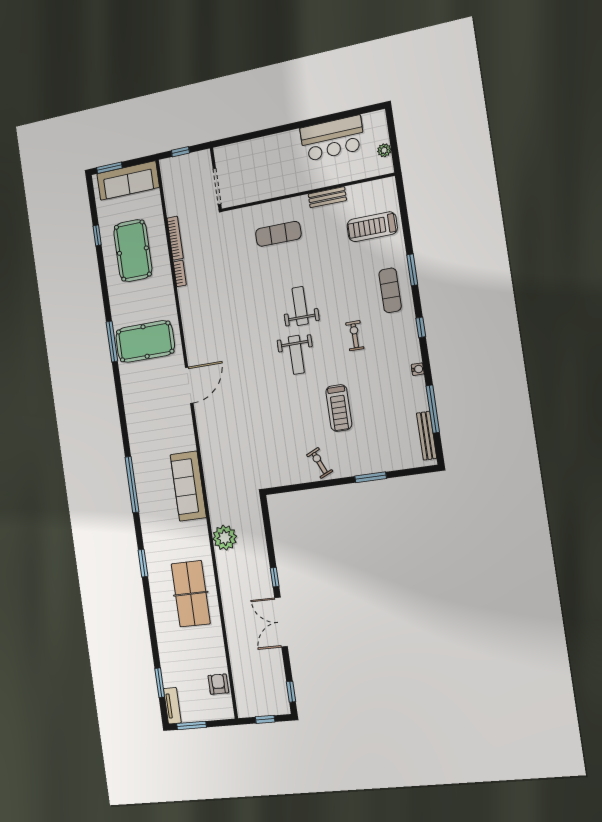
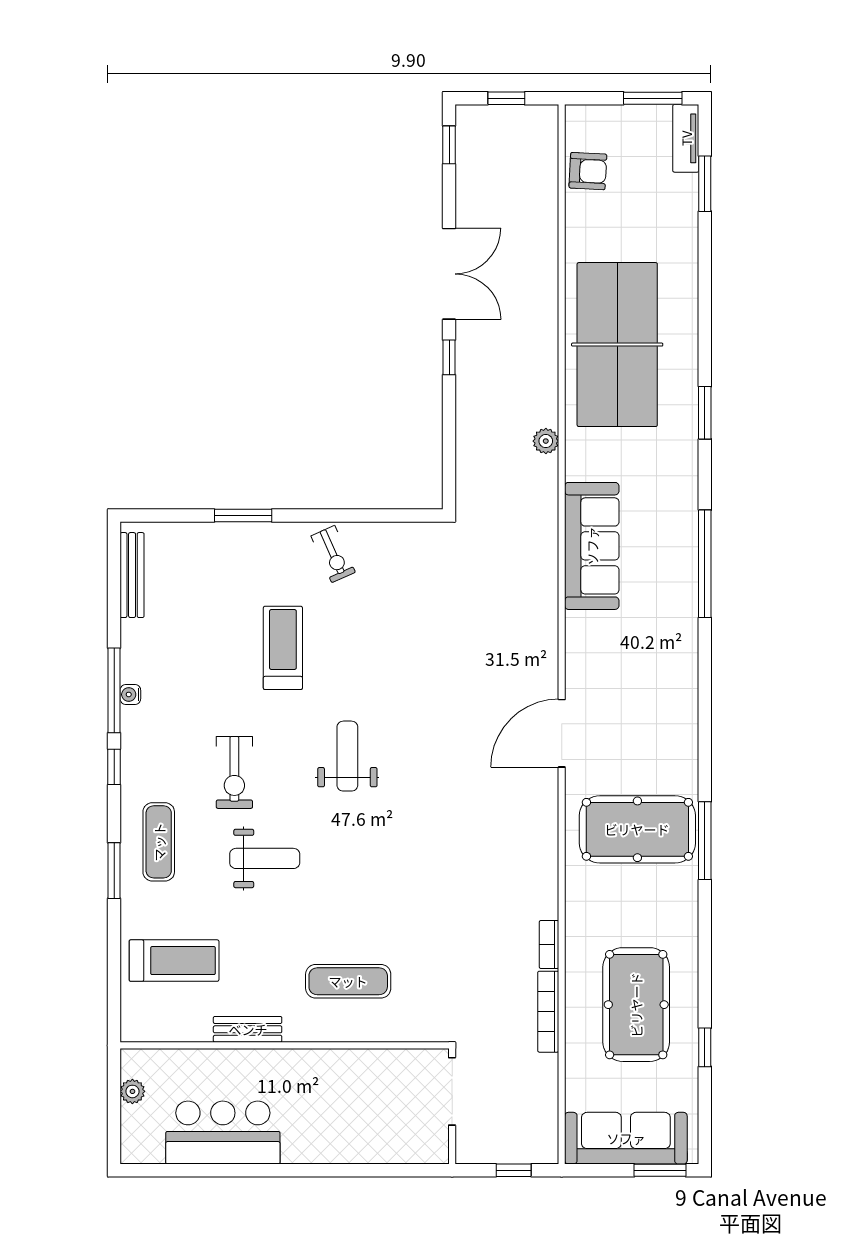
weight bench: (300, 306) -> (265, 858), moved, turned -90
exercise bike: (355, 336) -> (234, 772), width x1.38, depth x1.39
window: (433, 409) -> (114, 690), moved
plant: (225, 538) -> (546, 441), width x0.53, depth x0.53
table tennis table: (191, 594) -> (617, 345), width x1.36, depth x1.32
armchair: (218, 684) -> (588, 171), turned -87

